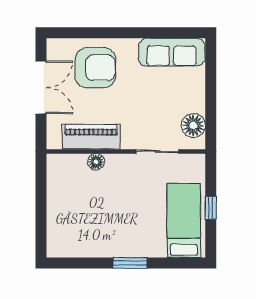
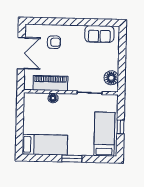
sofa: (172, 52) -> (99, 34), width x0.73
armchair: (95, 68) -> (54, 42), width x0.53, depth x0.53
bed: (84, 241) -> (45, 145), added

